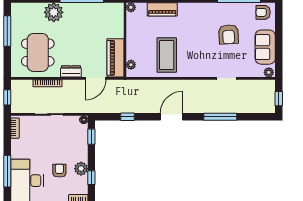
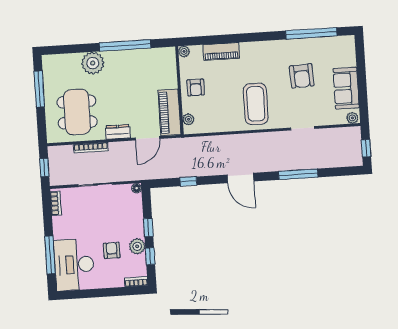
armchair: (263, 12) -> (196, 87), moved, turned -90
coffee table: (167, 55) -> (256, 104), moved
door: (171, 117) -> (240, 178), swing flipped
window: (91, 137) -> (148, 228), moved

